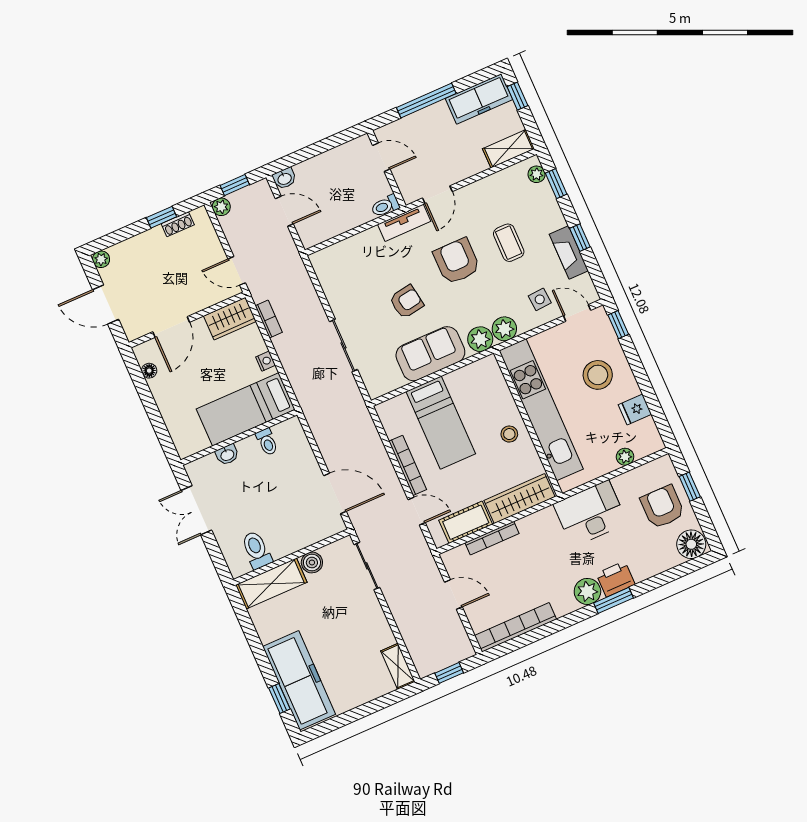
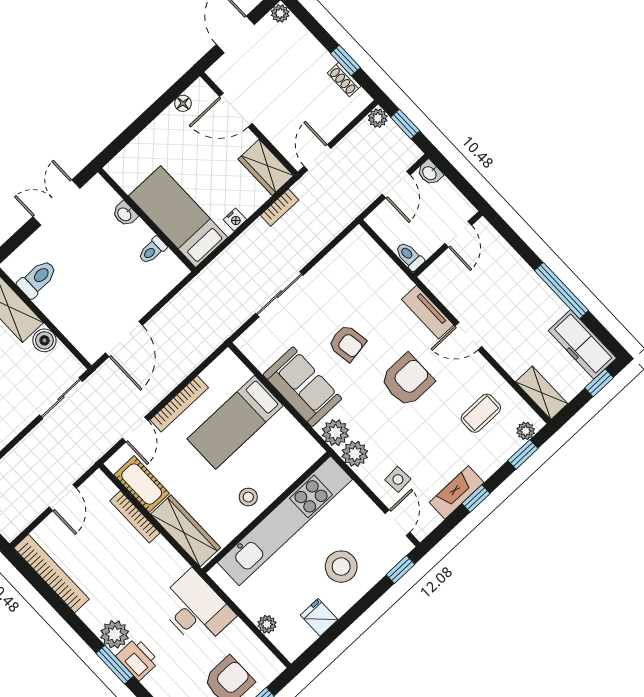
door: (381, 157) -> (458, 234), moved
wall: (386, 169) -> (448, 244), moved
toilet: (385, 206) -> (409, 256), moved
coffee table: (509, 243) -> (481, 413), moved

